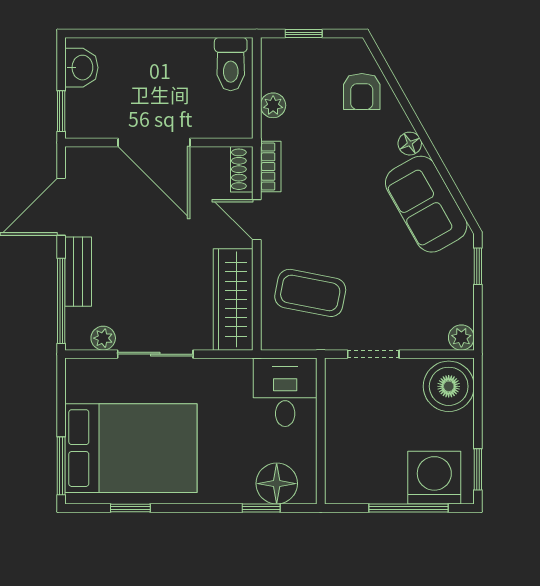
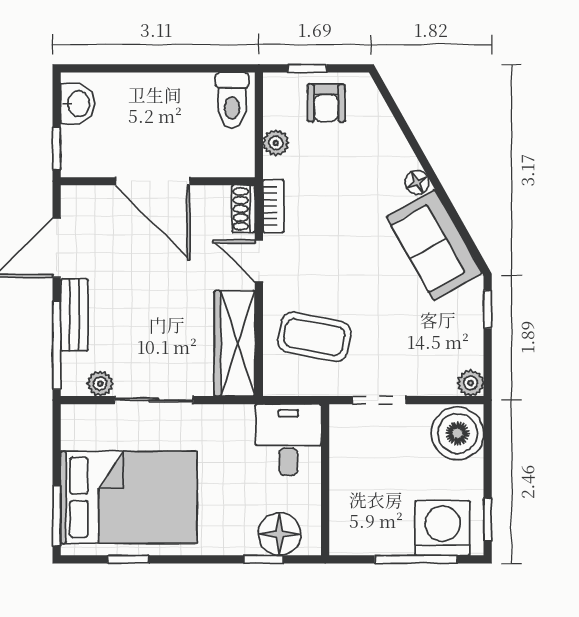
armchair: (362, 92) -> (326, 103), moved

